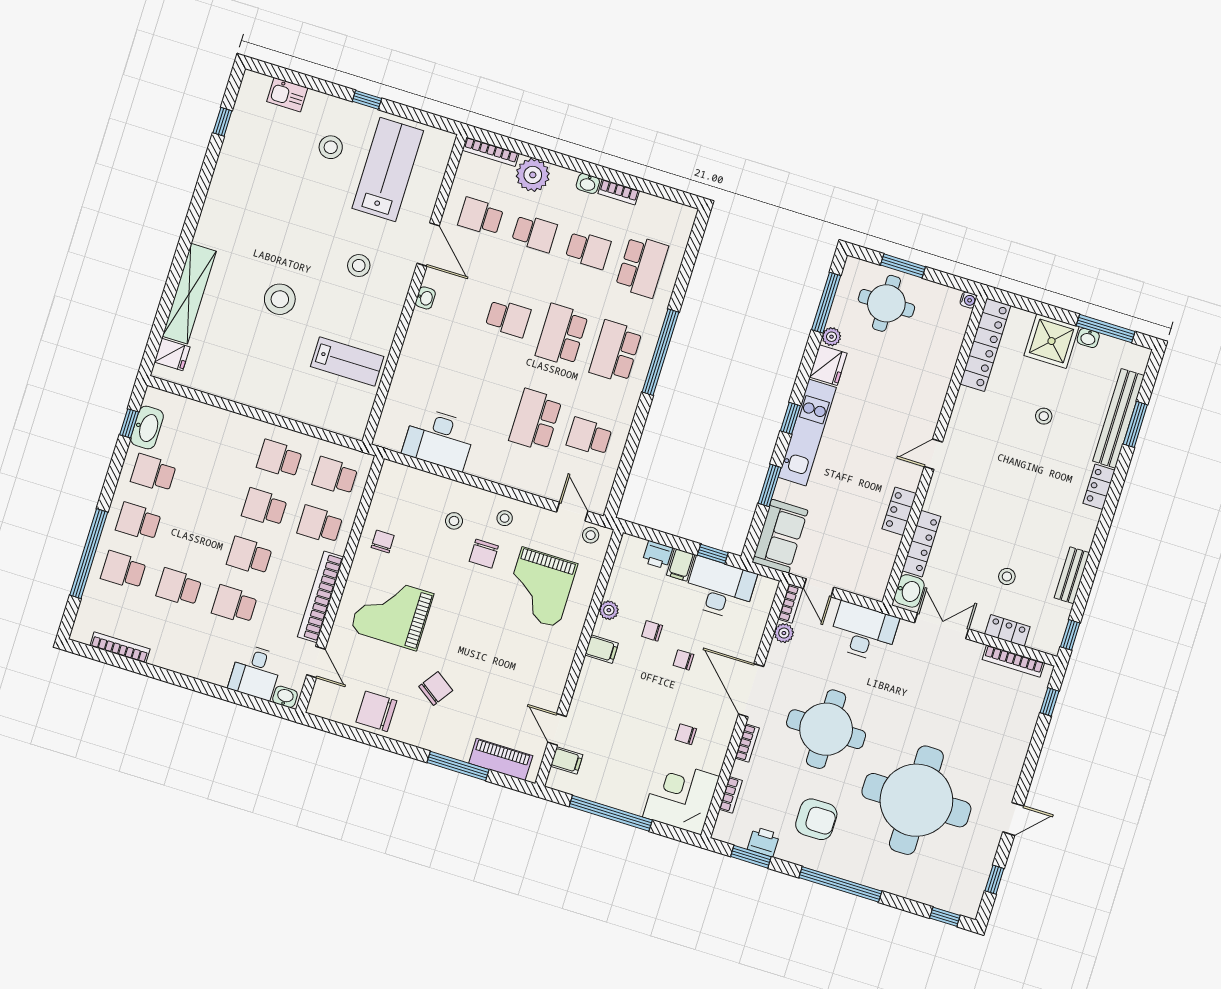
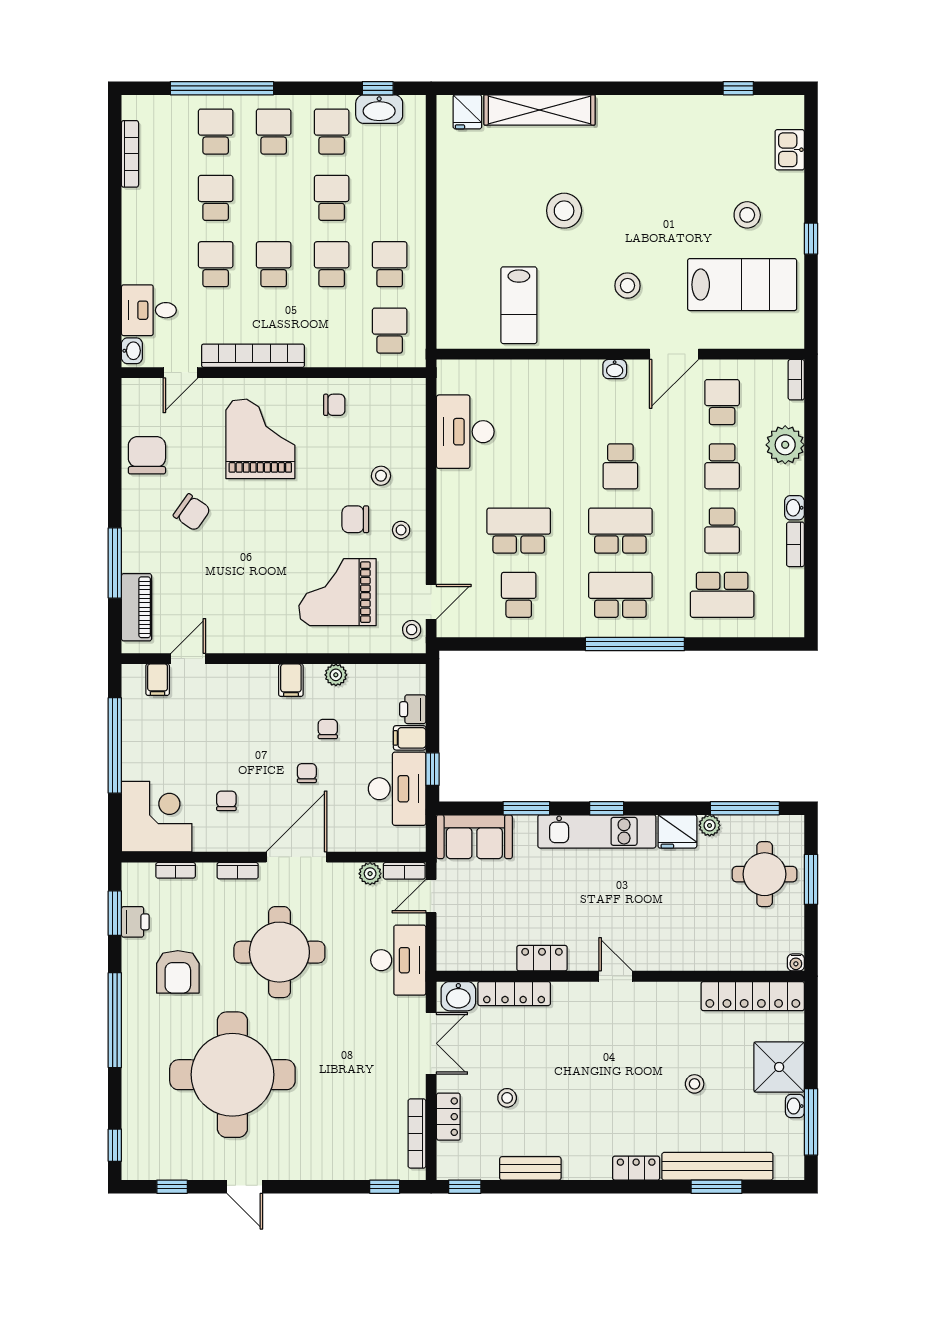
bookcase: (491, 152) -> (796, 380), width x0.64
school desk: (320, 525) -> (332, 198), moved

